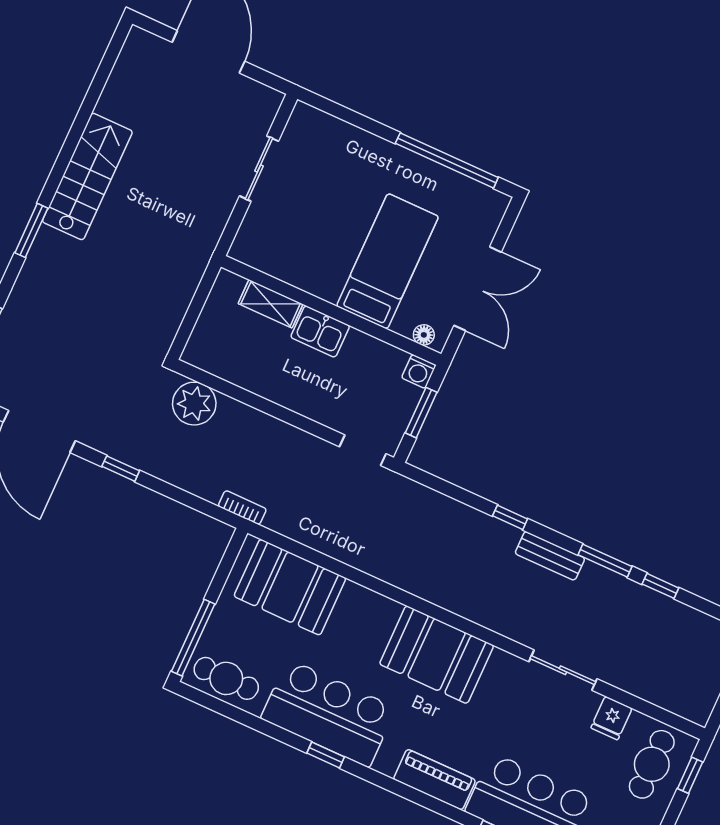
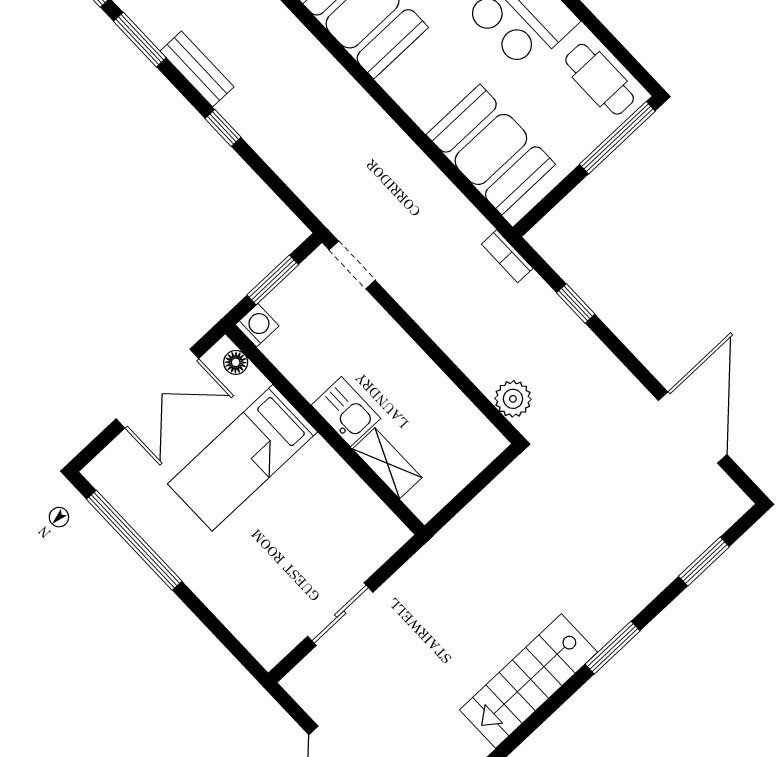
double door: (478, 289) -> (157, 389), swing flipped
plant: (194, 404) -> (513, 399), width x0.73, depth x0.73
window: (121, 469) -> (576, 303), moved

